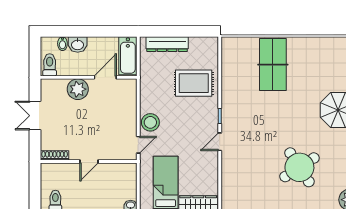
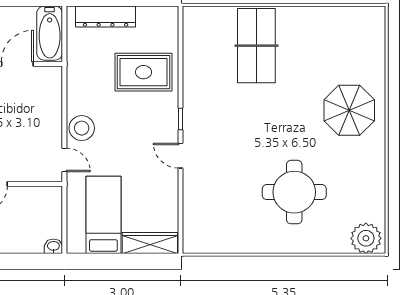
door: (220, 142) -> (181, 156), hinge flipped
door: (138, 145) -> (64, 160), hinge flipped
round table: (299, 167) -> (294, 192), turned 33

